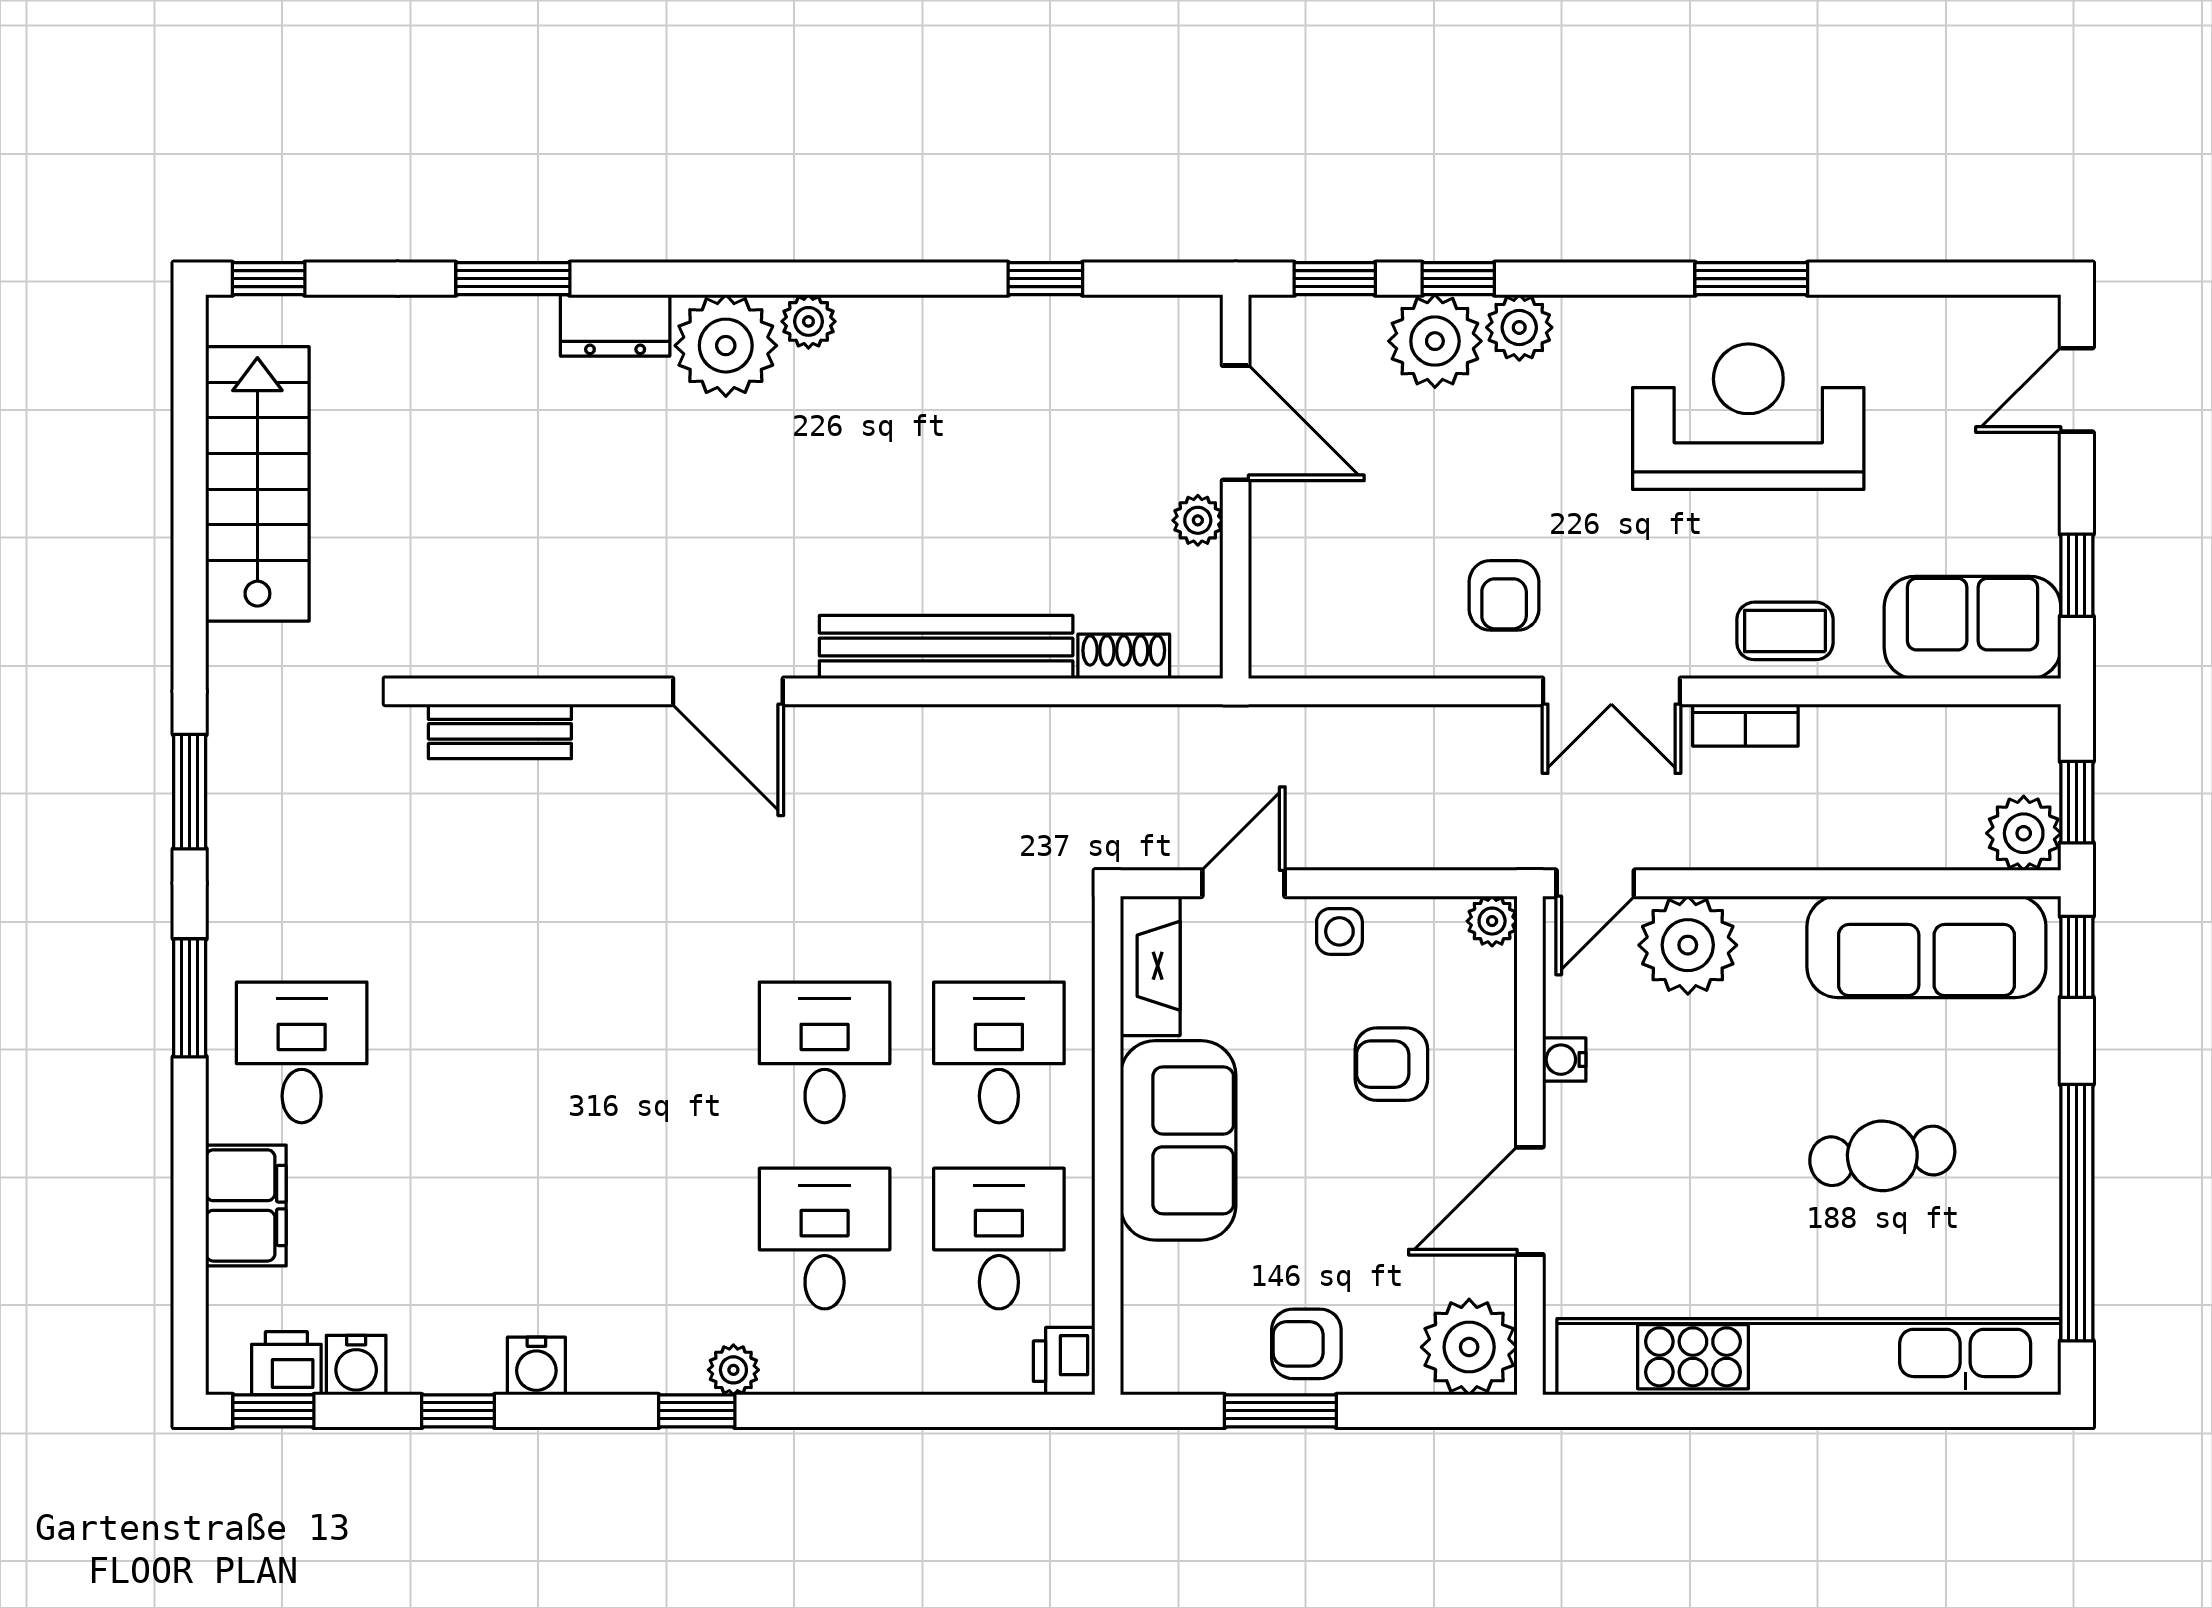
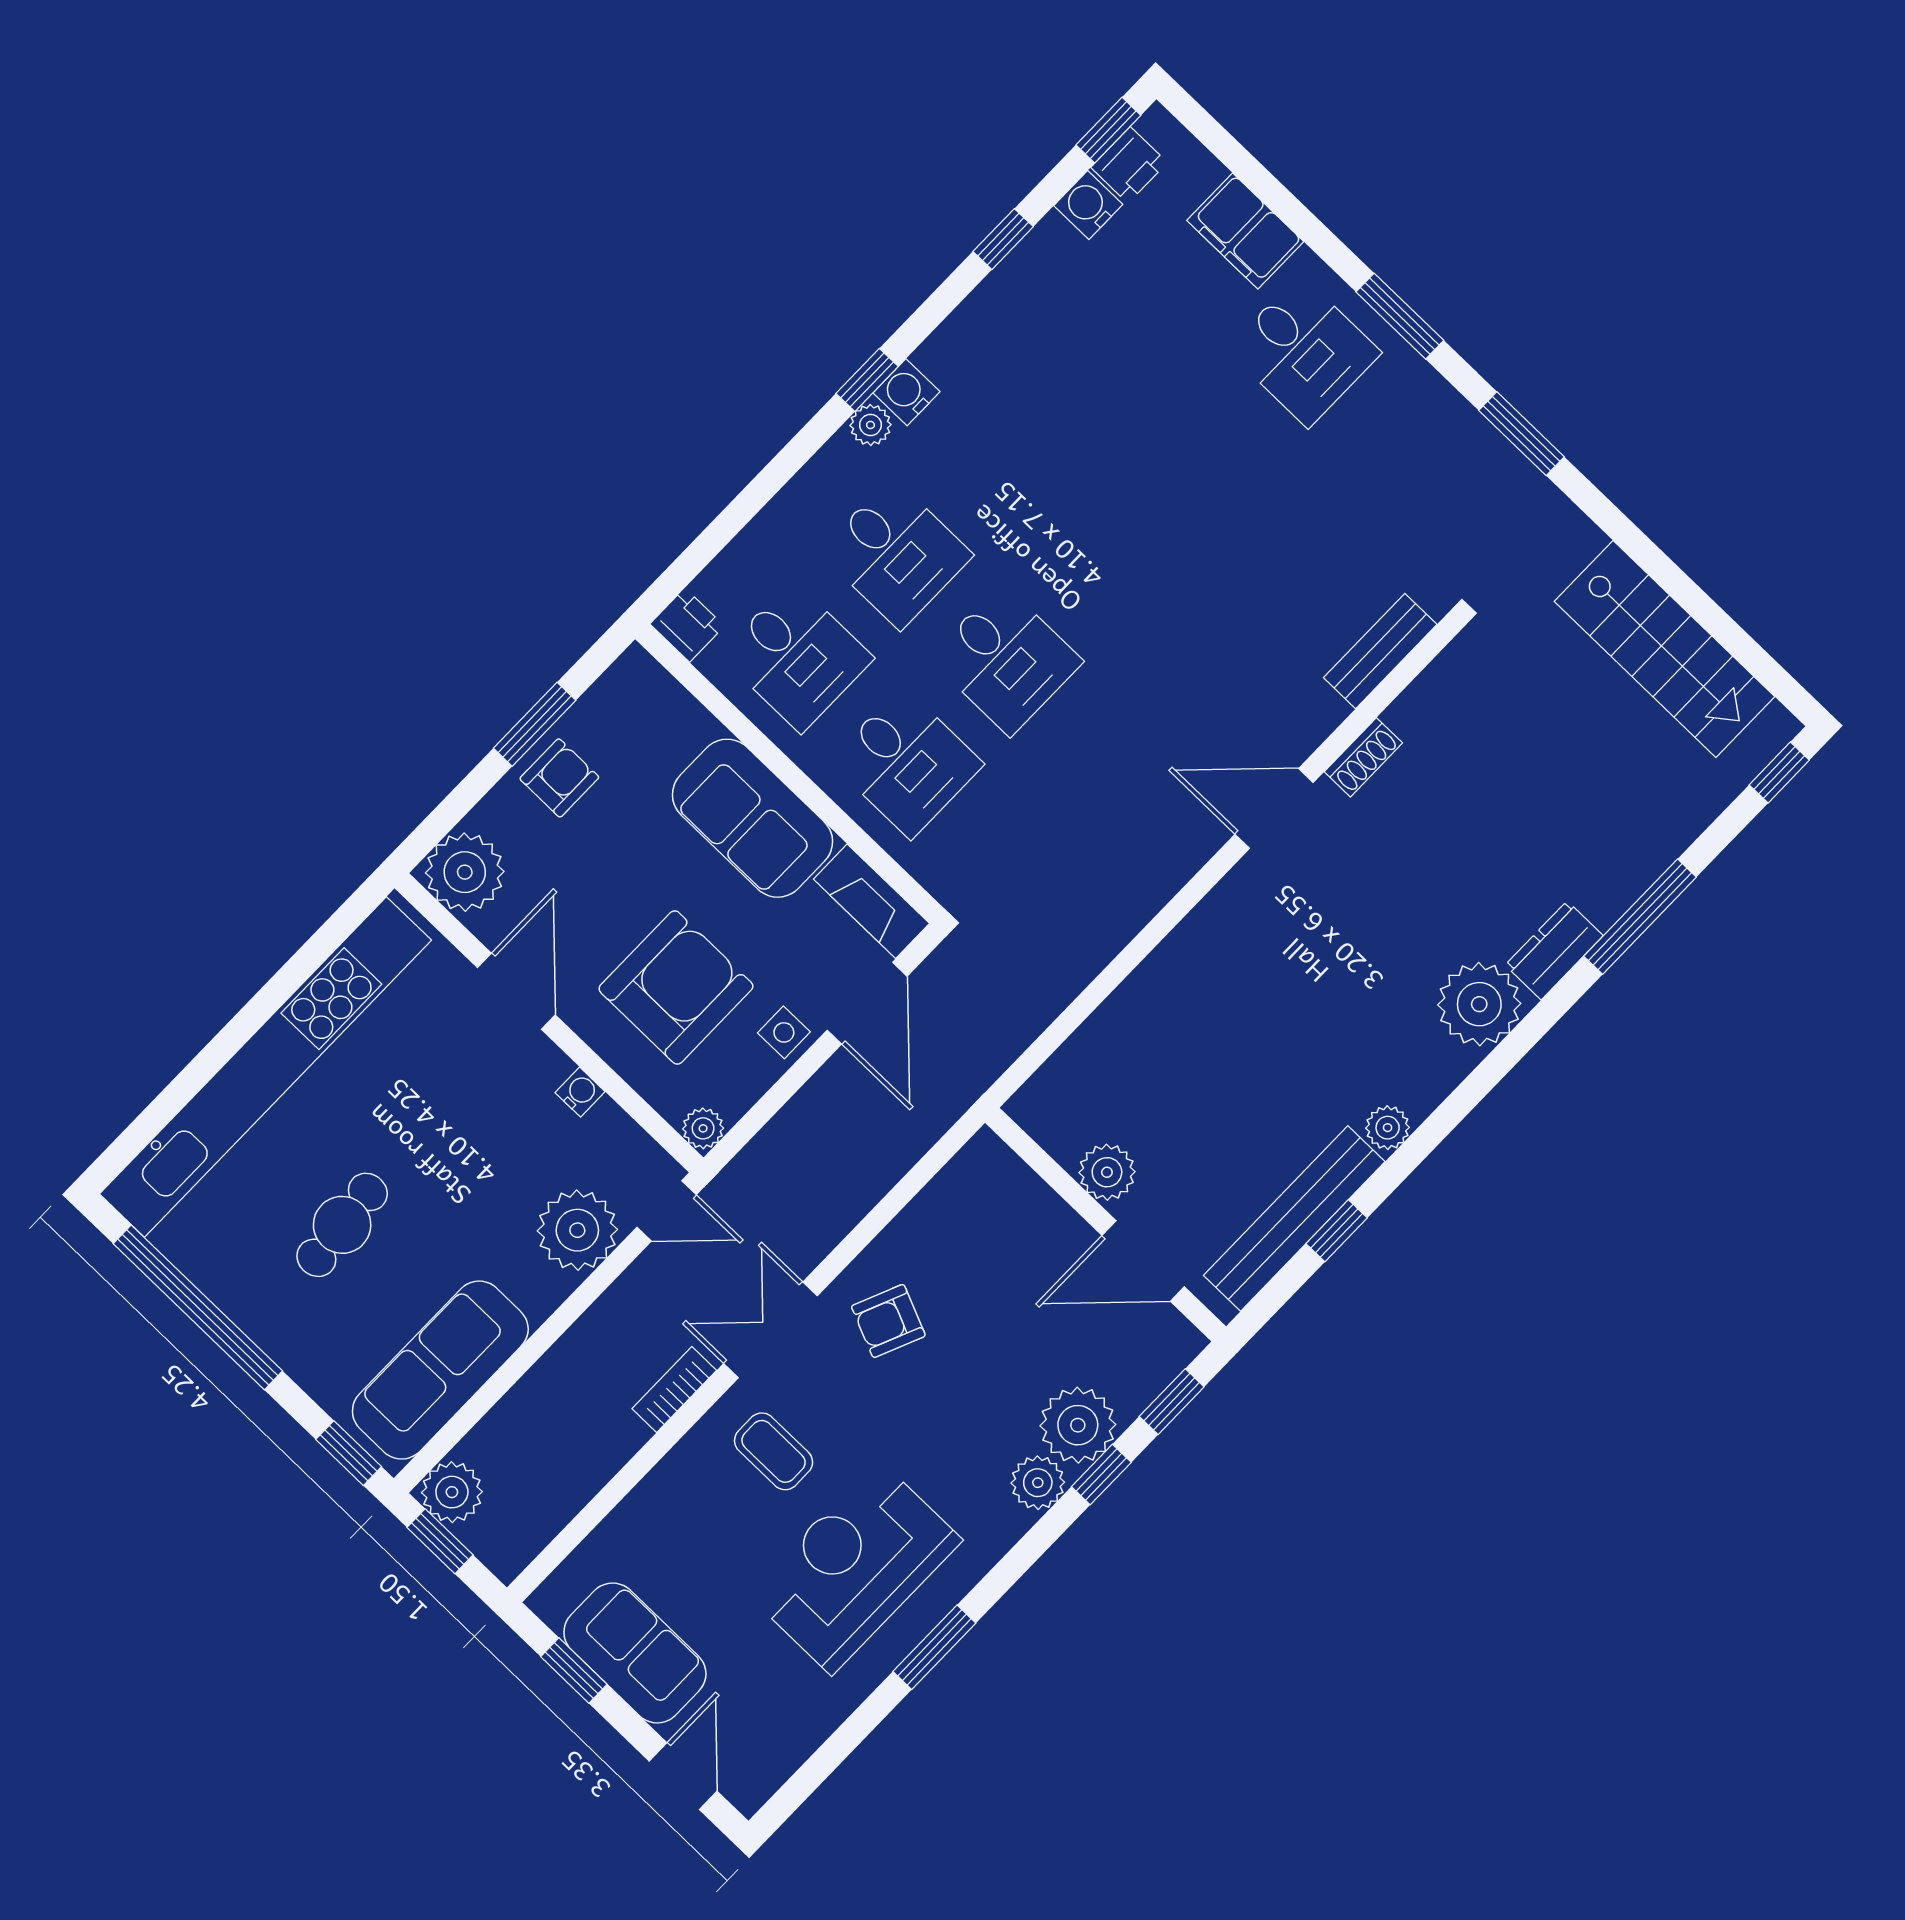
window: (513, 279) -> (1640, 917), width x1.44
plant: (808, 321) -> (1388, 1128), moved
reception desk: (1748, 417) -> (855, 1567), turned 180
plant: (1198, 520) -> (1107, 1172), width x1.38, depth x1.38
armchair: (1504, 595) -> (888, 1321), turned -67
sofa: (1972, 627) -> (635, 1653), moved, turned -90
coffee table: (1785, 631) -> (774, 1451), moved, turned 90
bench: (946, 647) -> (1294, 1218), moved
shoe rack: (1124, 656) -> (1363, 757), moved
door: (1243, 883) -> (867, 1003), width x1.38
door: (1595, 883) -> (667, 1211), swing flipped
armchair: (1391, 1064) -> (676, 987), width x1.88, depth x1.88
water cooler: (536, 1366) -> (906, 392), moved

